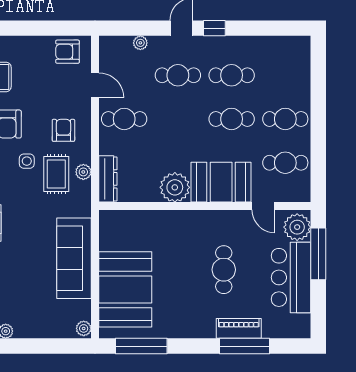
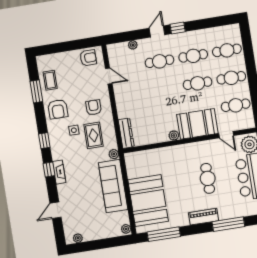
armchair: (68, 52) -> (88, 58), turned 180
cafe table: (124, 119) -> (227, 50), moved
plant: (83, 172) -> (114, 154), moved
plant: (175, 187) -> (174, 135), width x0.53, depth x0.53
piano: (239, 328) -> (203, 217), moved

